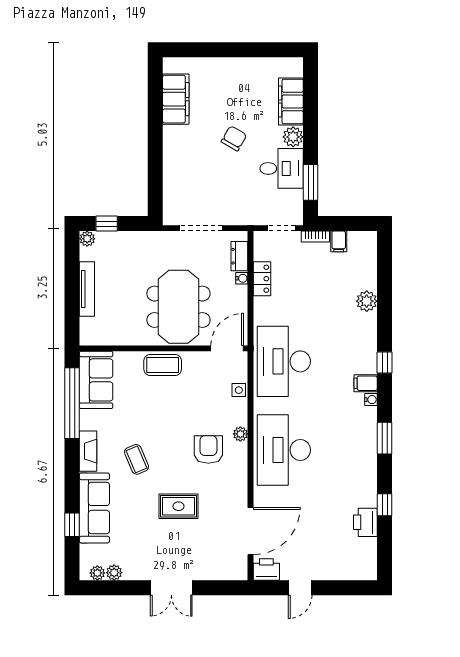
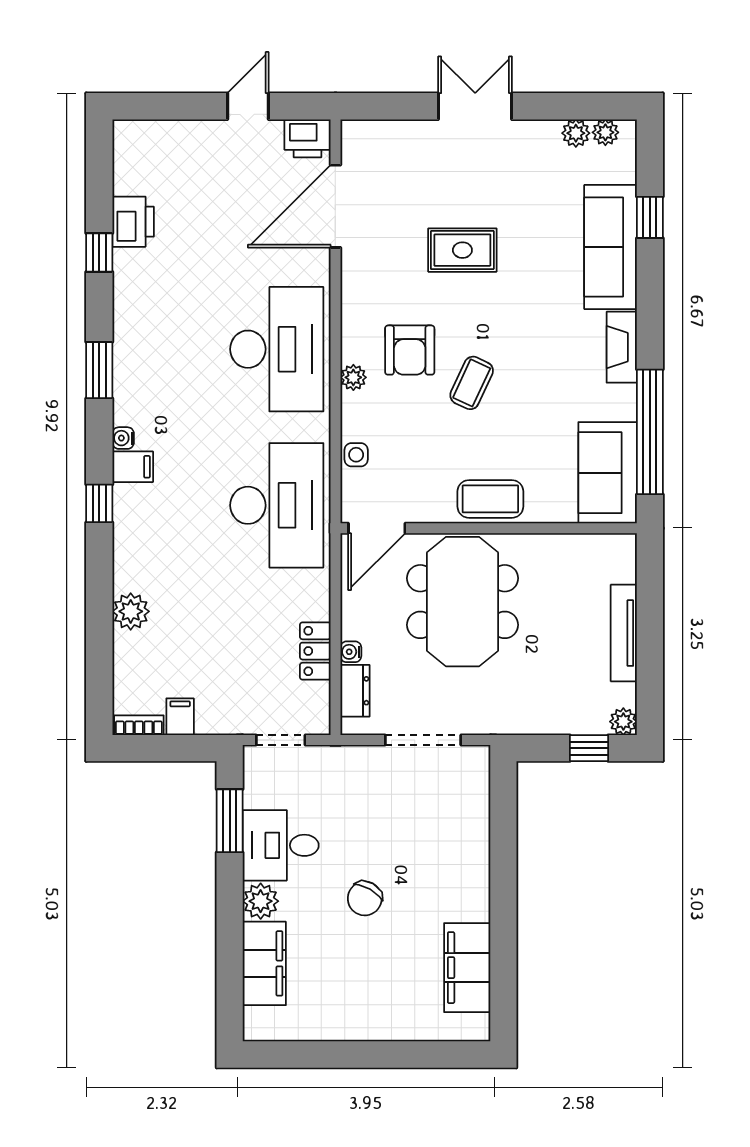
bookcase: (315, 237) -> (139, 725), moved
coffee table: (136, 459) -> (472, 383), moved, turned 48

